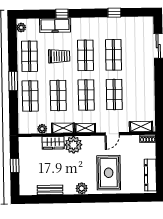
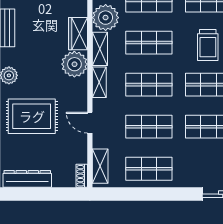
shop shelf: (142, 94) -> (149, 169), added
plant: (42, 129) -> (106, 18), width x1.88, depth x1.88

